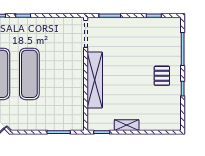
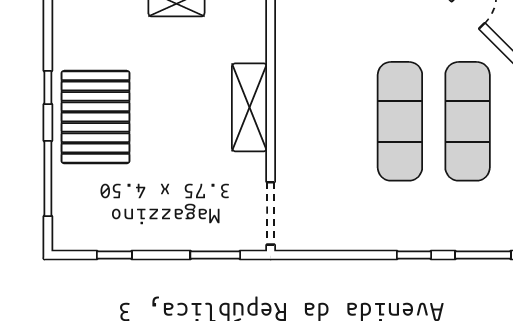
pallet: (162, 76) -> (95, 117), width x2.05, depth x2.00
shelving: (95, 80) -> (249, 107), width x0.68

